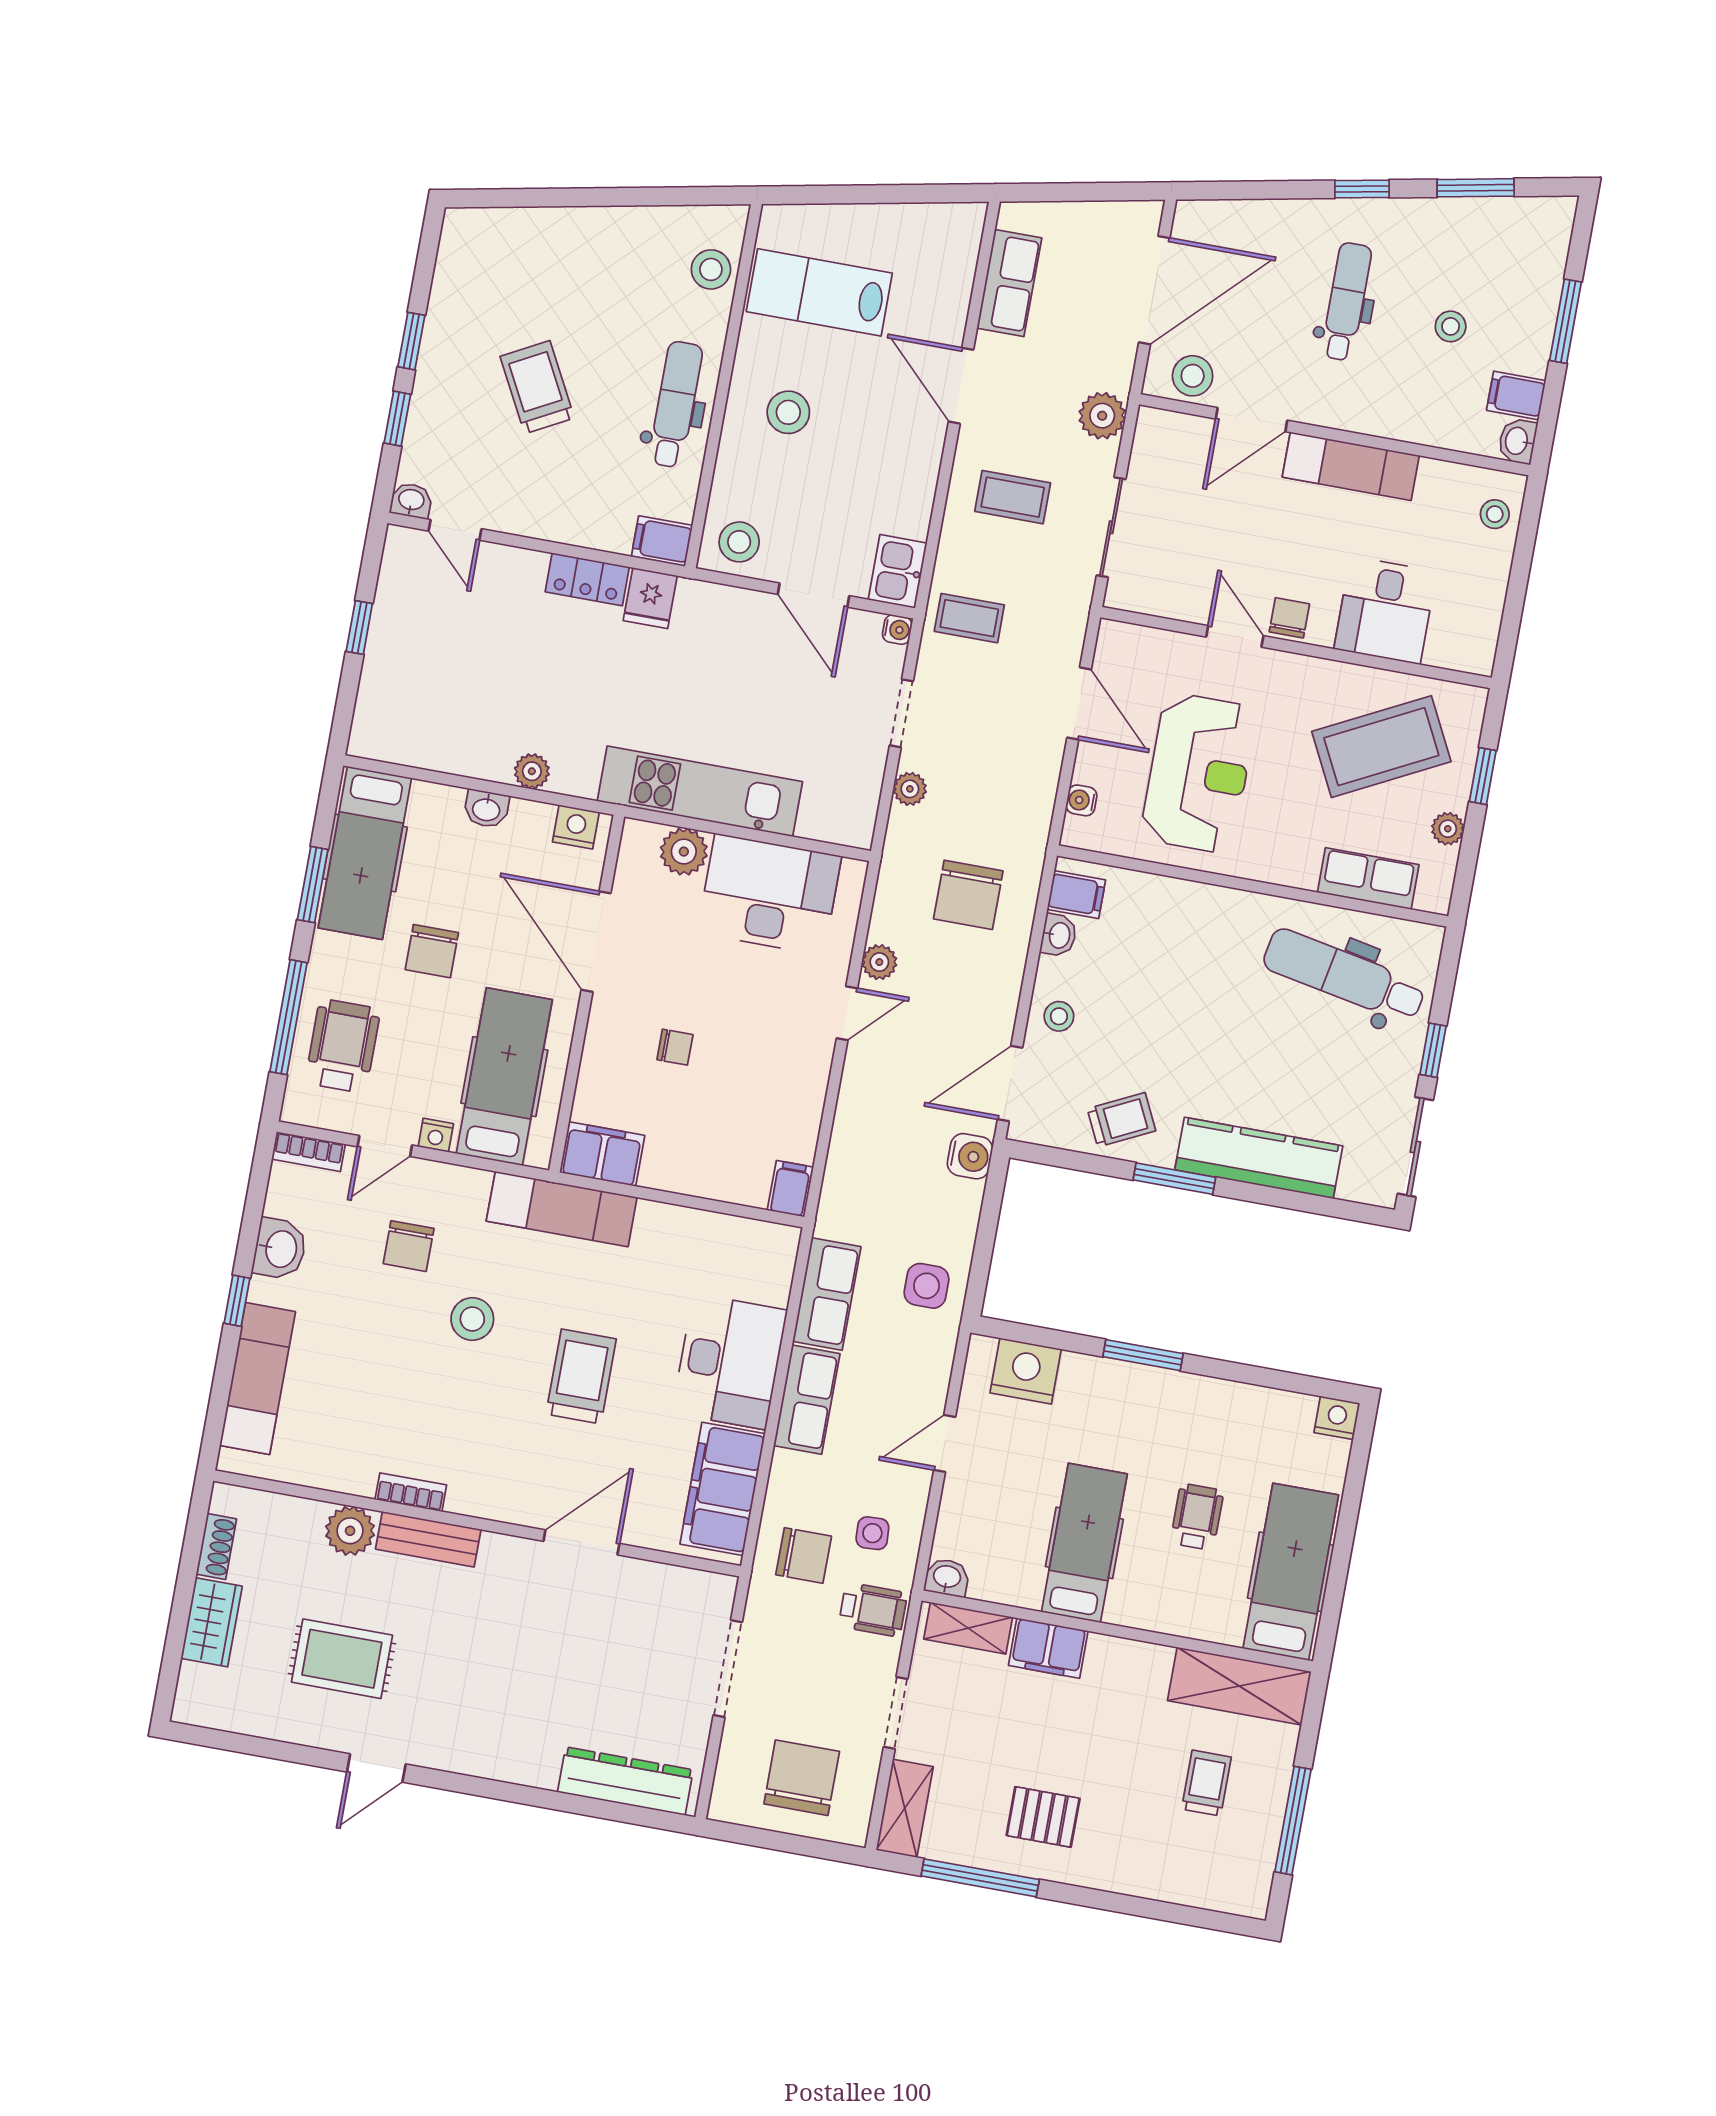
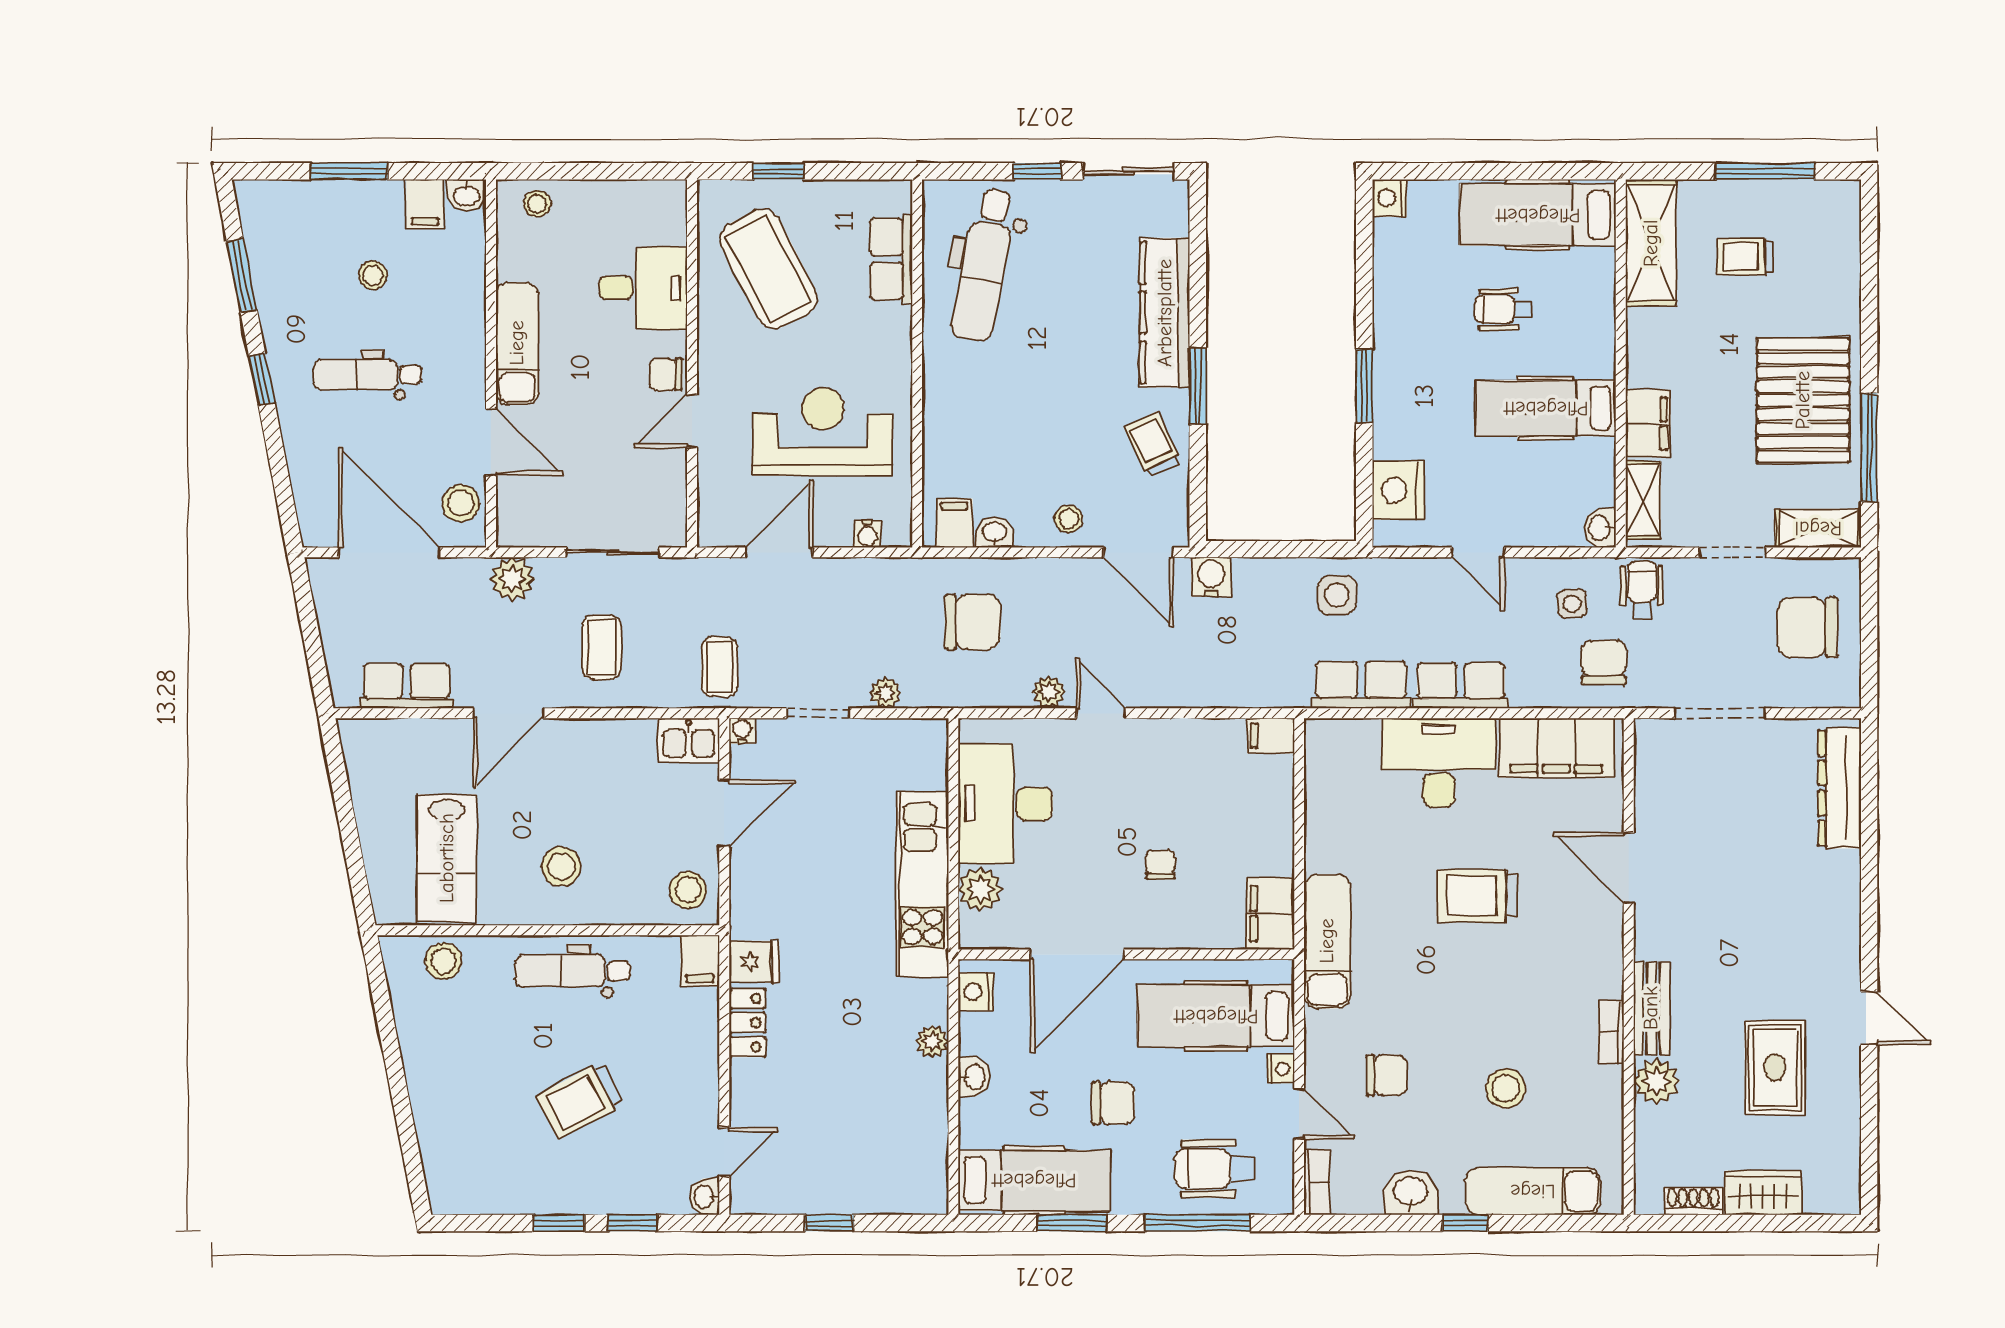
plant: (1448, 829) -> (832, 194), removed
stool: (472, 1319) -> (1506, 1088), moved
pallet: (1043, 1817) -> (1803, 400), width x2.05, depth x2.00

